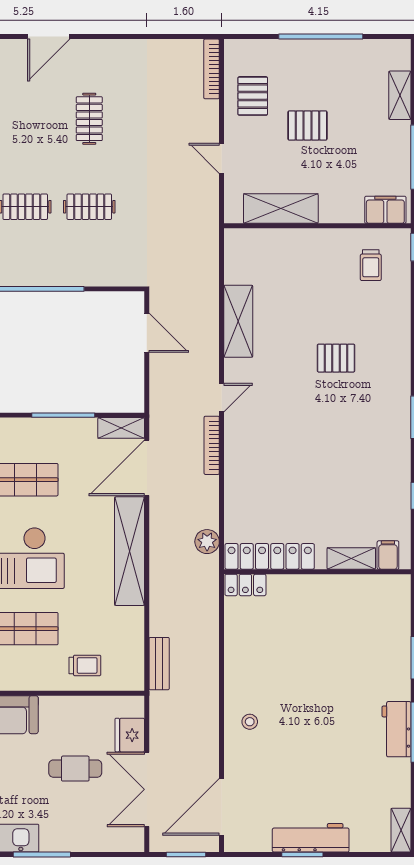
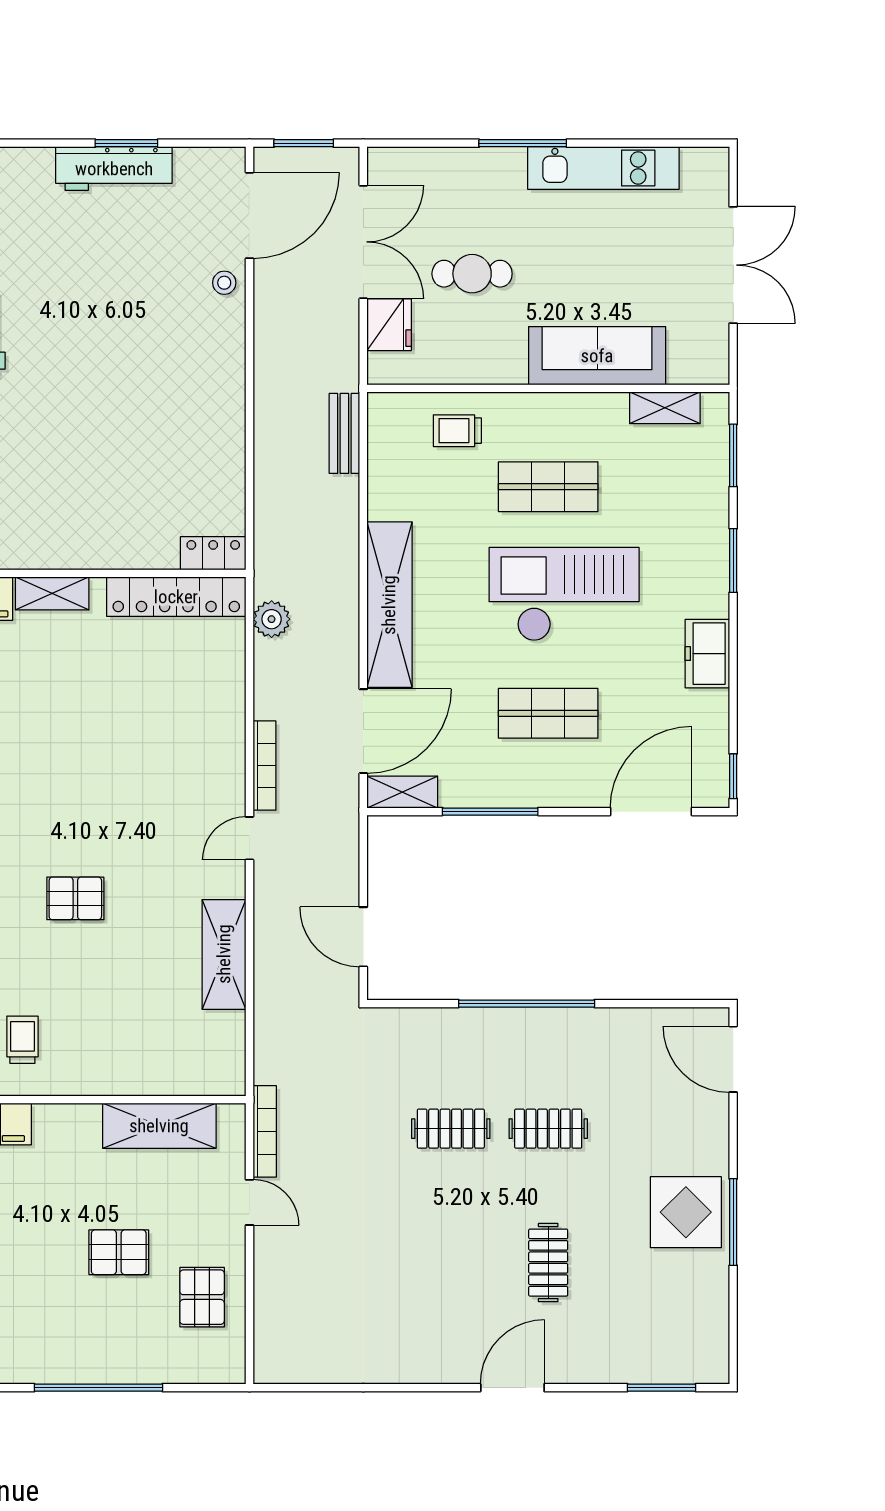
bookcase: (212, 69) -> (265, 1131), moved
clothes rail: (89, 119) -> (548, 1263), moved
stool: (250, 722) -> (224, 283), moved

